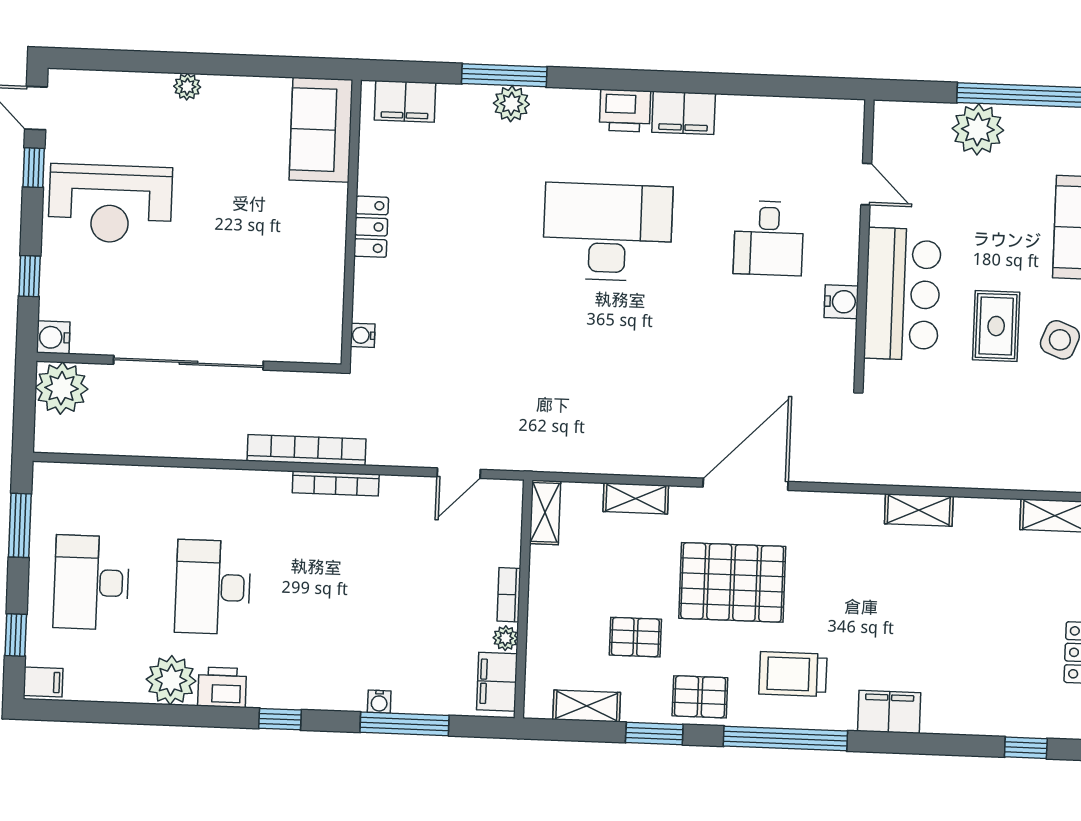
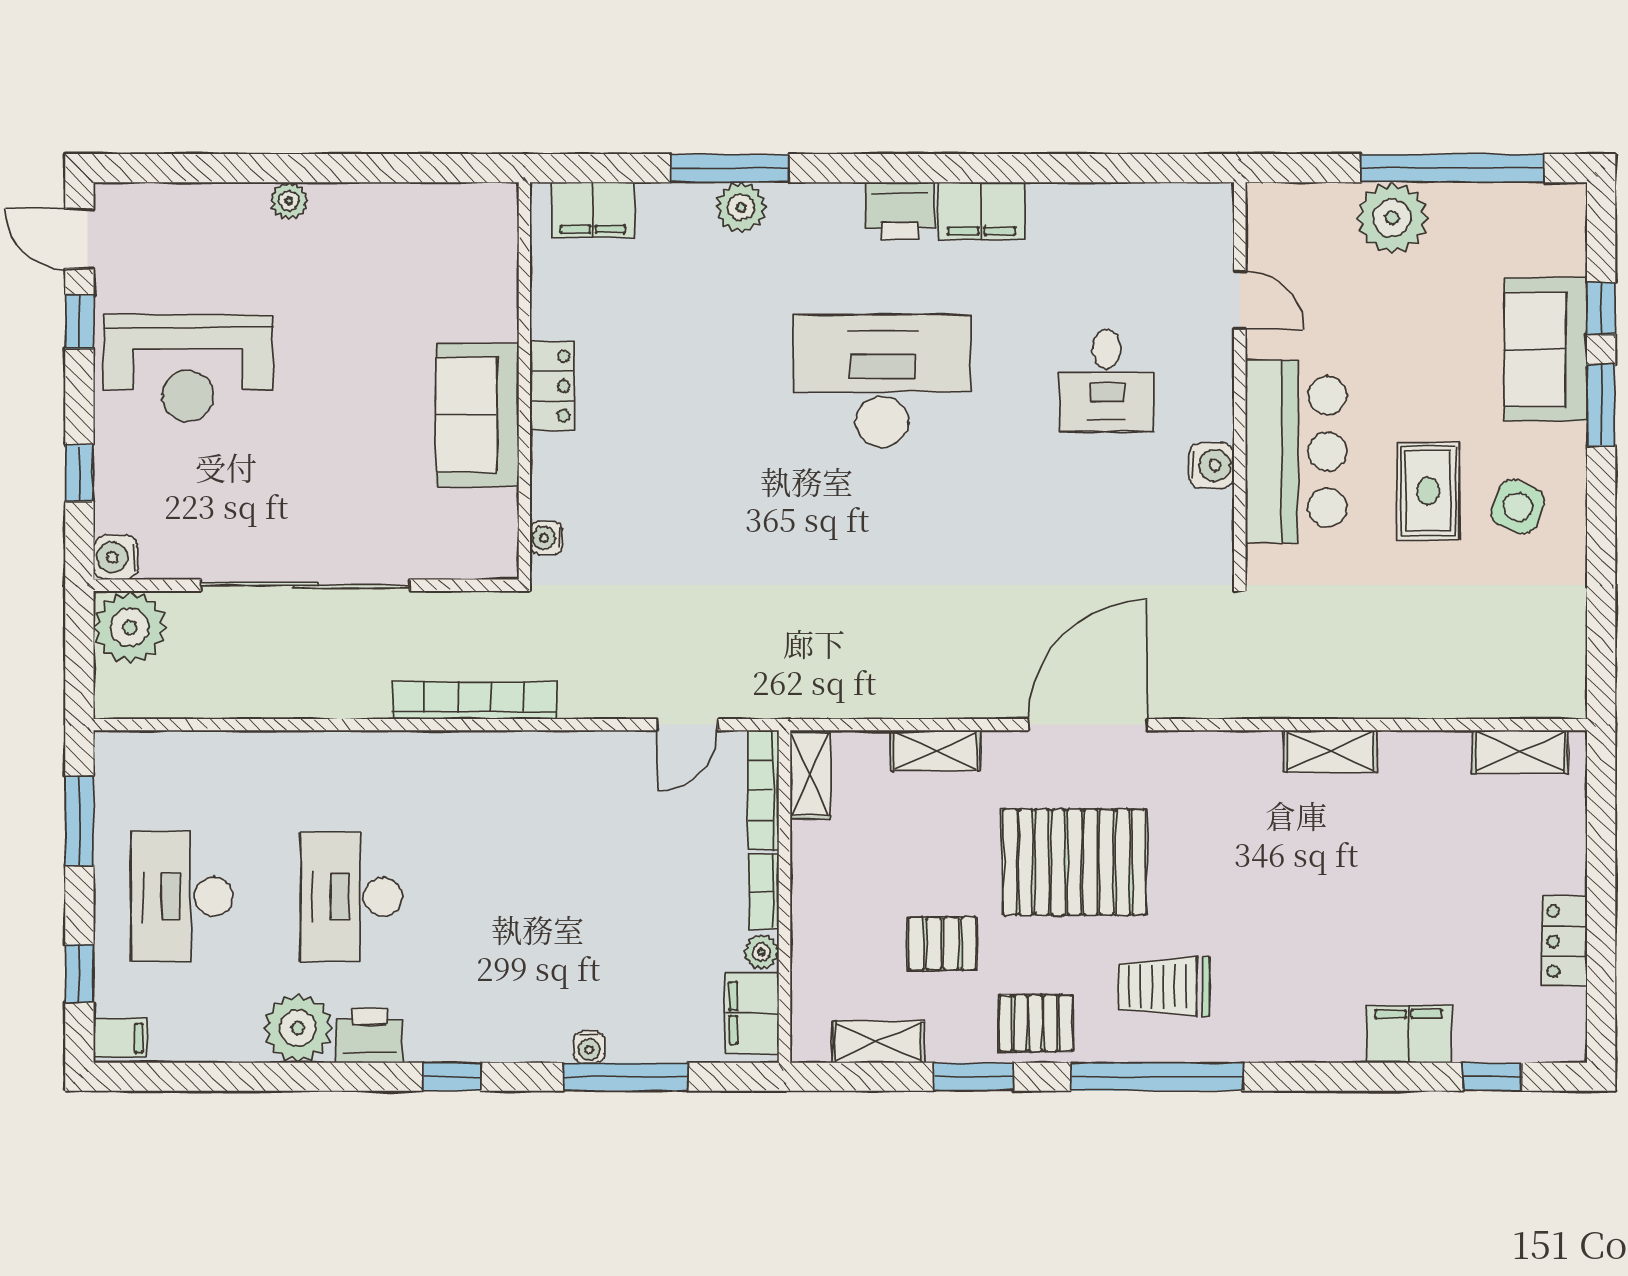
sofa: (321, 130) -> (477, 415), moved
bookcase: (336, 483) -> (764, 790), moved, turned 90
filing cabinet: (889, 712) -> (1409, 1034), moved

